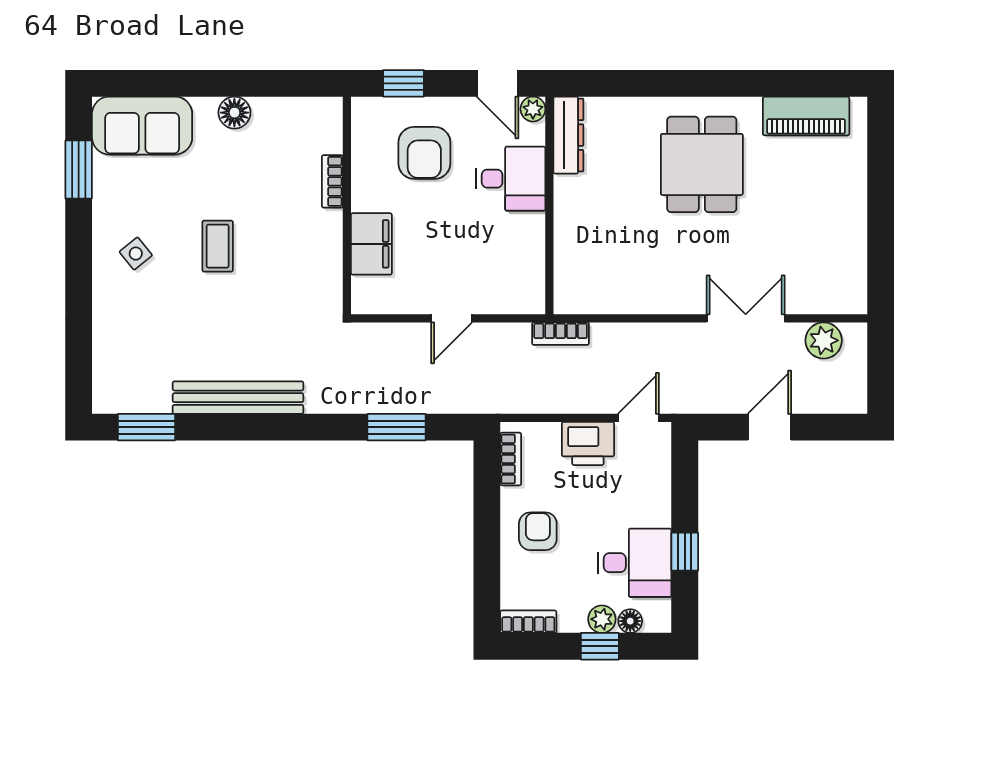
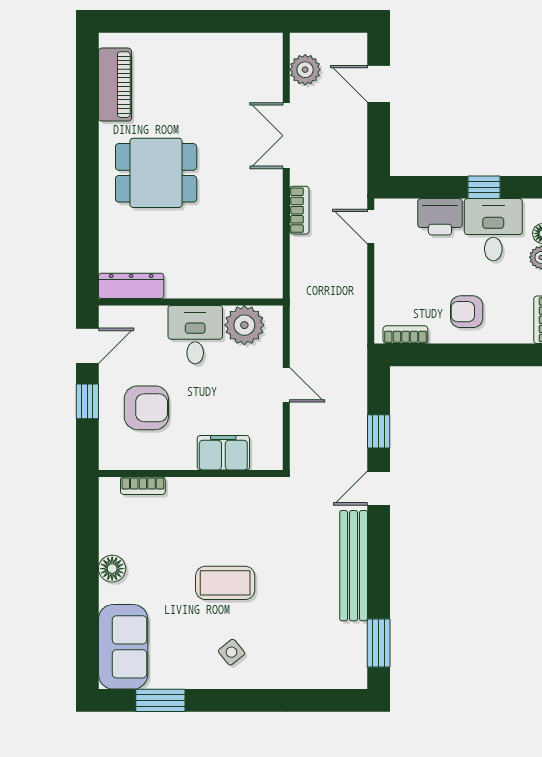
window: (404, 83) -> (87, 401), moved
plant: (533, 109) -> (244, 325), moved, width x1.88, depth x1.88
desk: (511, 179) -> (195, 335), moved
bookcase: (332, 181) -> (143, 486), moved
coffee table: (218, 246) -> (225, 583), width x1.36, depth x1.30
bookcase: (561, 334) -> (299, 210), moved
door: (330, 427) -> (379, 488), added
window: (397, 427) -> (379, 431), width x0.67
door: (769, 427) -> (379, 84), moved
printer: (588, 443) -> (440, 217), moved, turned 90

